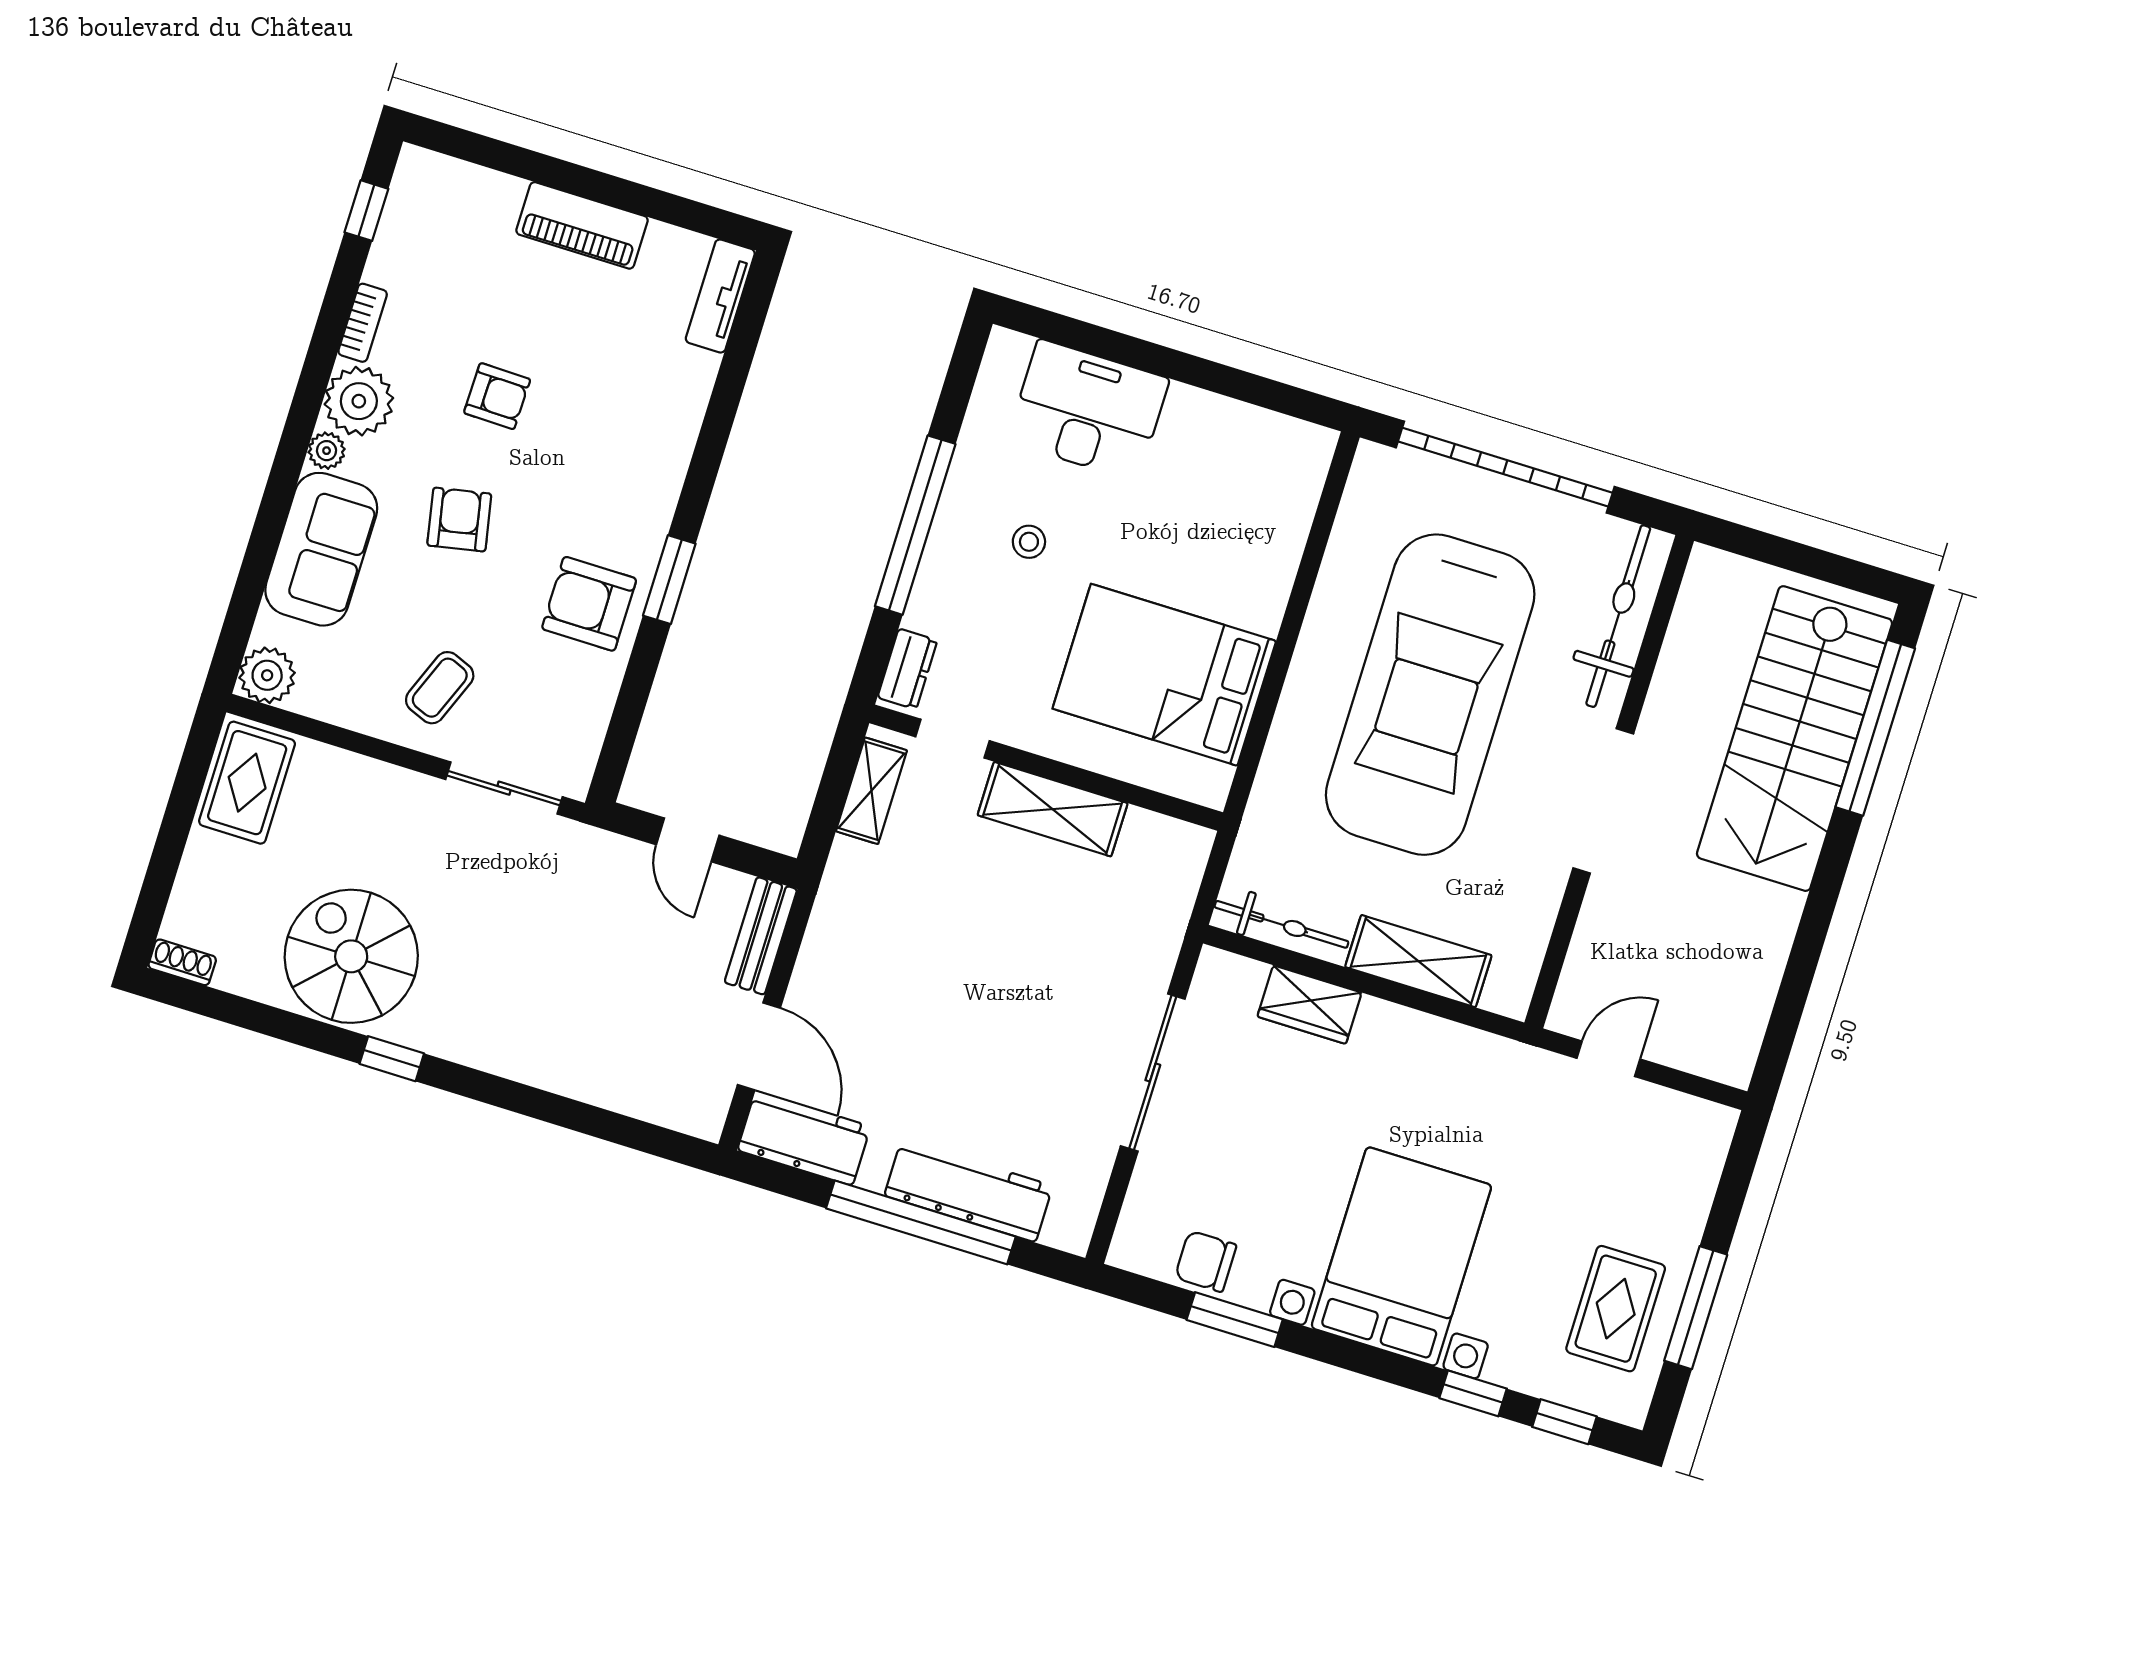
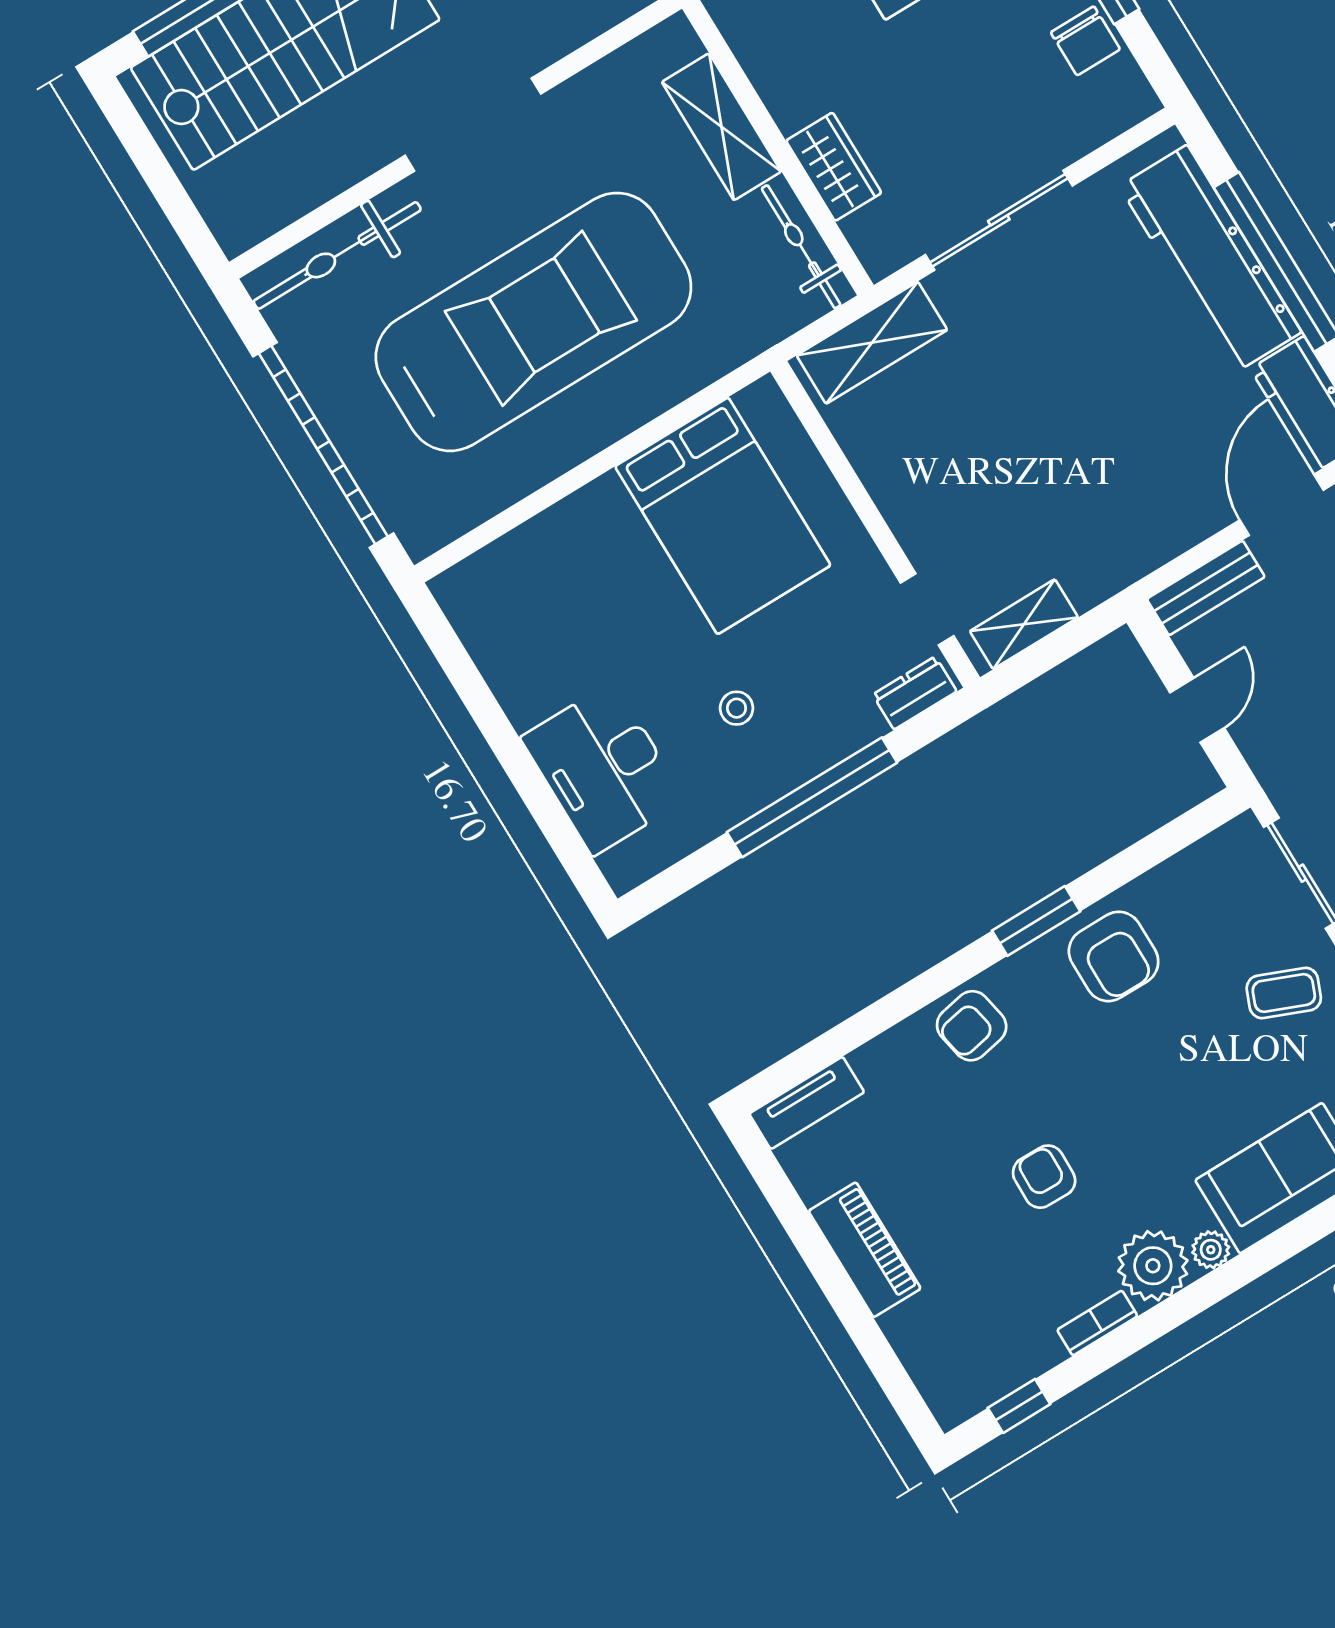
armchair: (459, 520) -> (972, 1026), moved
shelving: (1053, 809) -> (872, 343), moved, turned 90
workbench: (969, 1191) -> (1210, 259), width x1.36, depth x1.32

